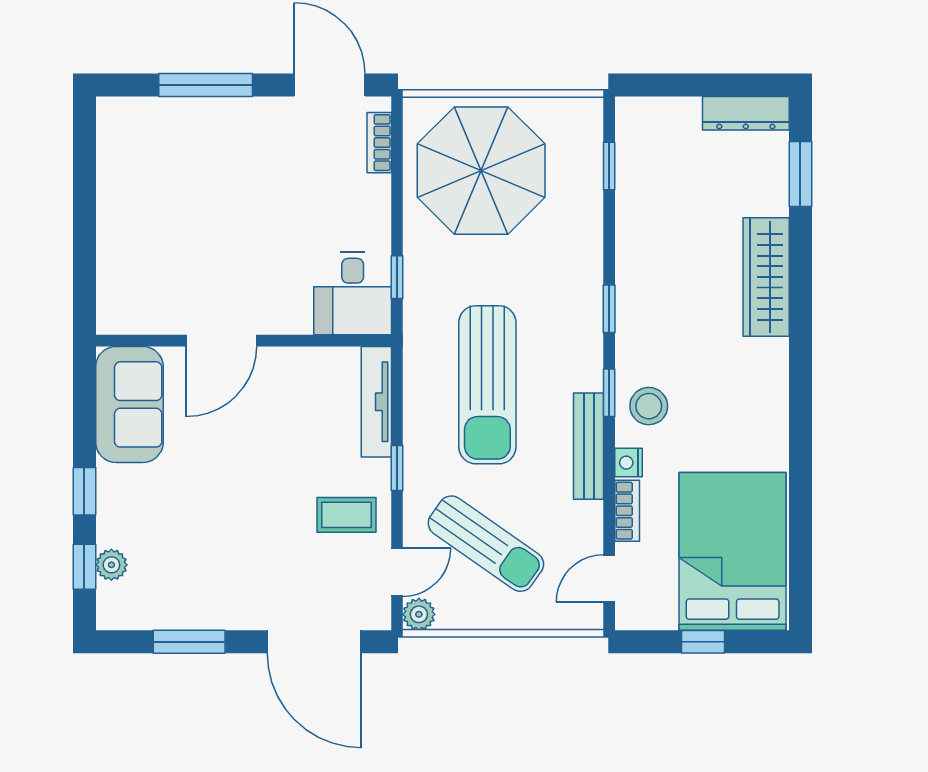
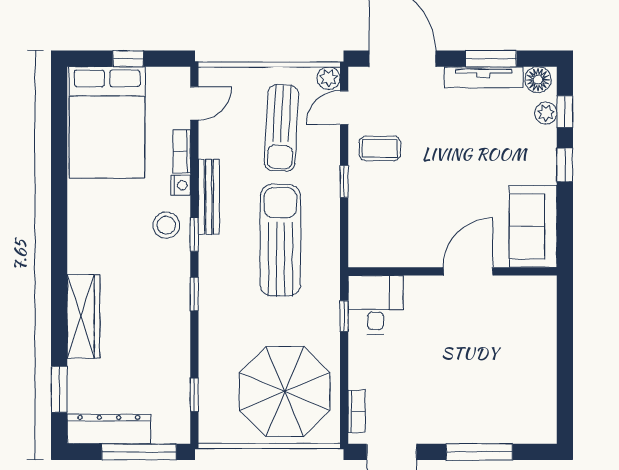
window: (687, 85) -> (139, 452), added
dresser: (746, 113) -> (109, 429), width x1.37, depth x1.24
tv unit: (376, 402) -> (484, 77), moved, turned 90
sun lounger: (486, 544) -> (281, 128), turned -122
floor lamp: (123, 612) -> (538, 80), added

